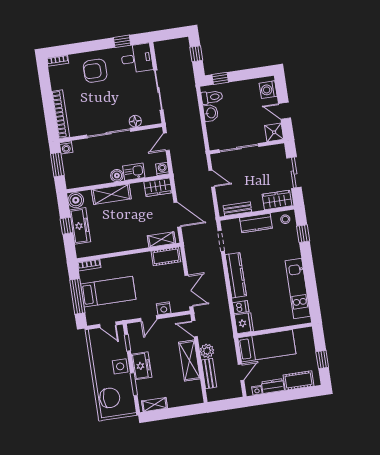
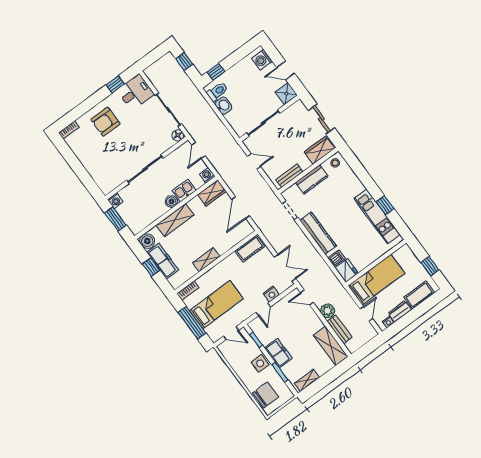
bookcase: (61, 114) -> (95, 174), removed
floor lamp: (135, 121) -> (178, 135), moved
door: (177, 215) -> (241, 208), swing flipped
window: (303, 234) -> (385, 205), moved
shelving: (161, 239) -> (206, 260), moved
shelving: (189, 361) -> (331, 346), moved

